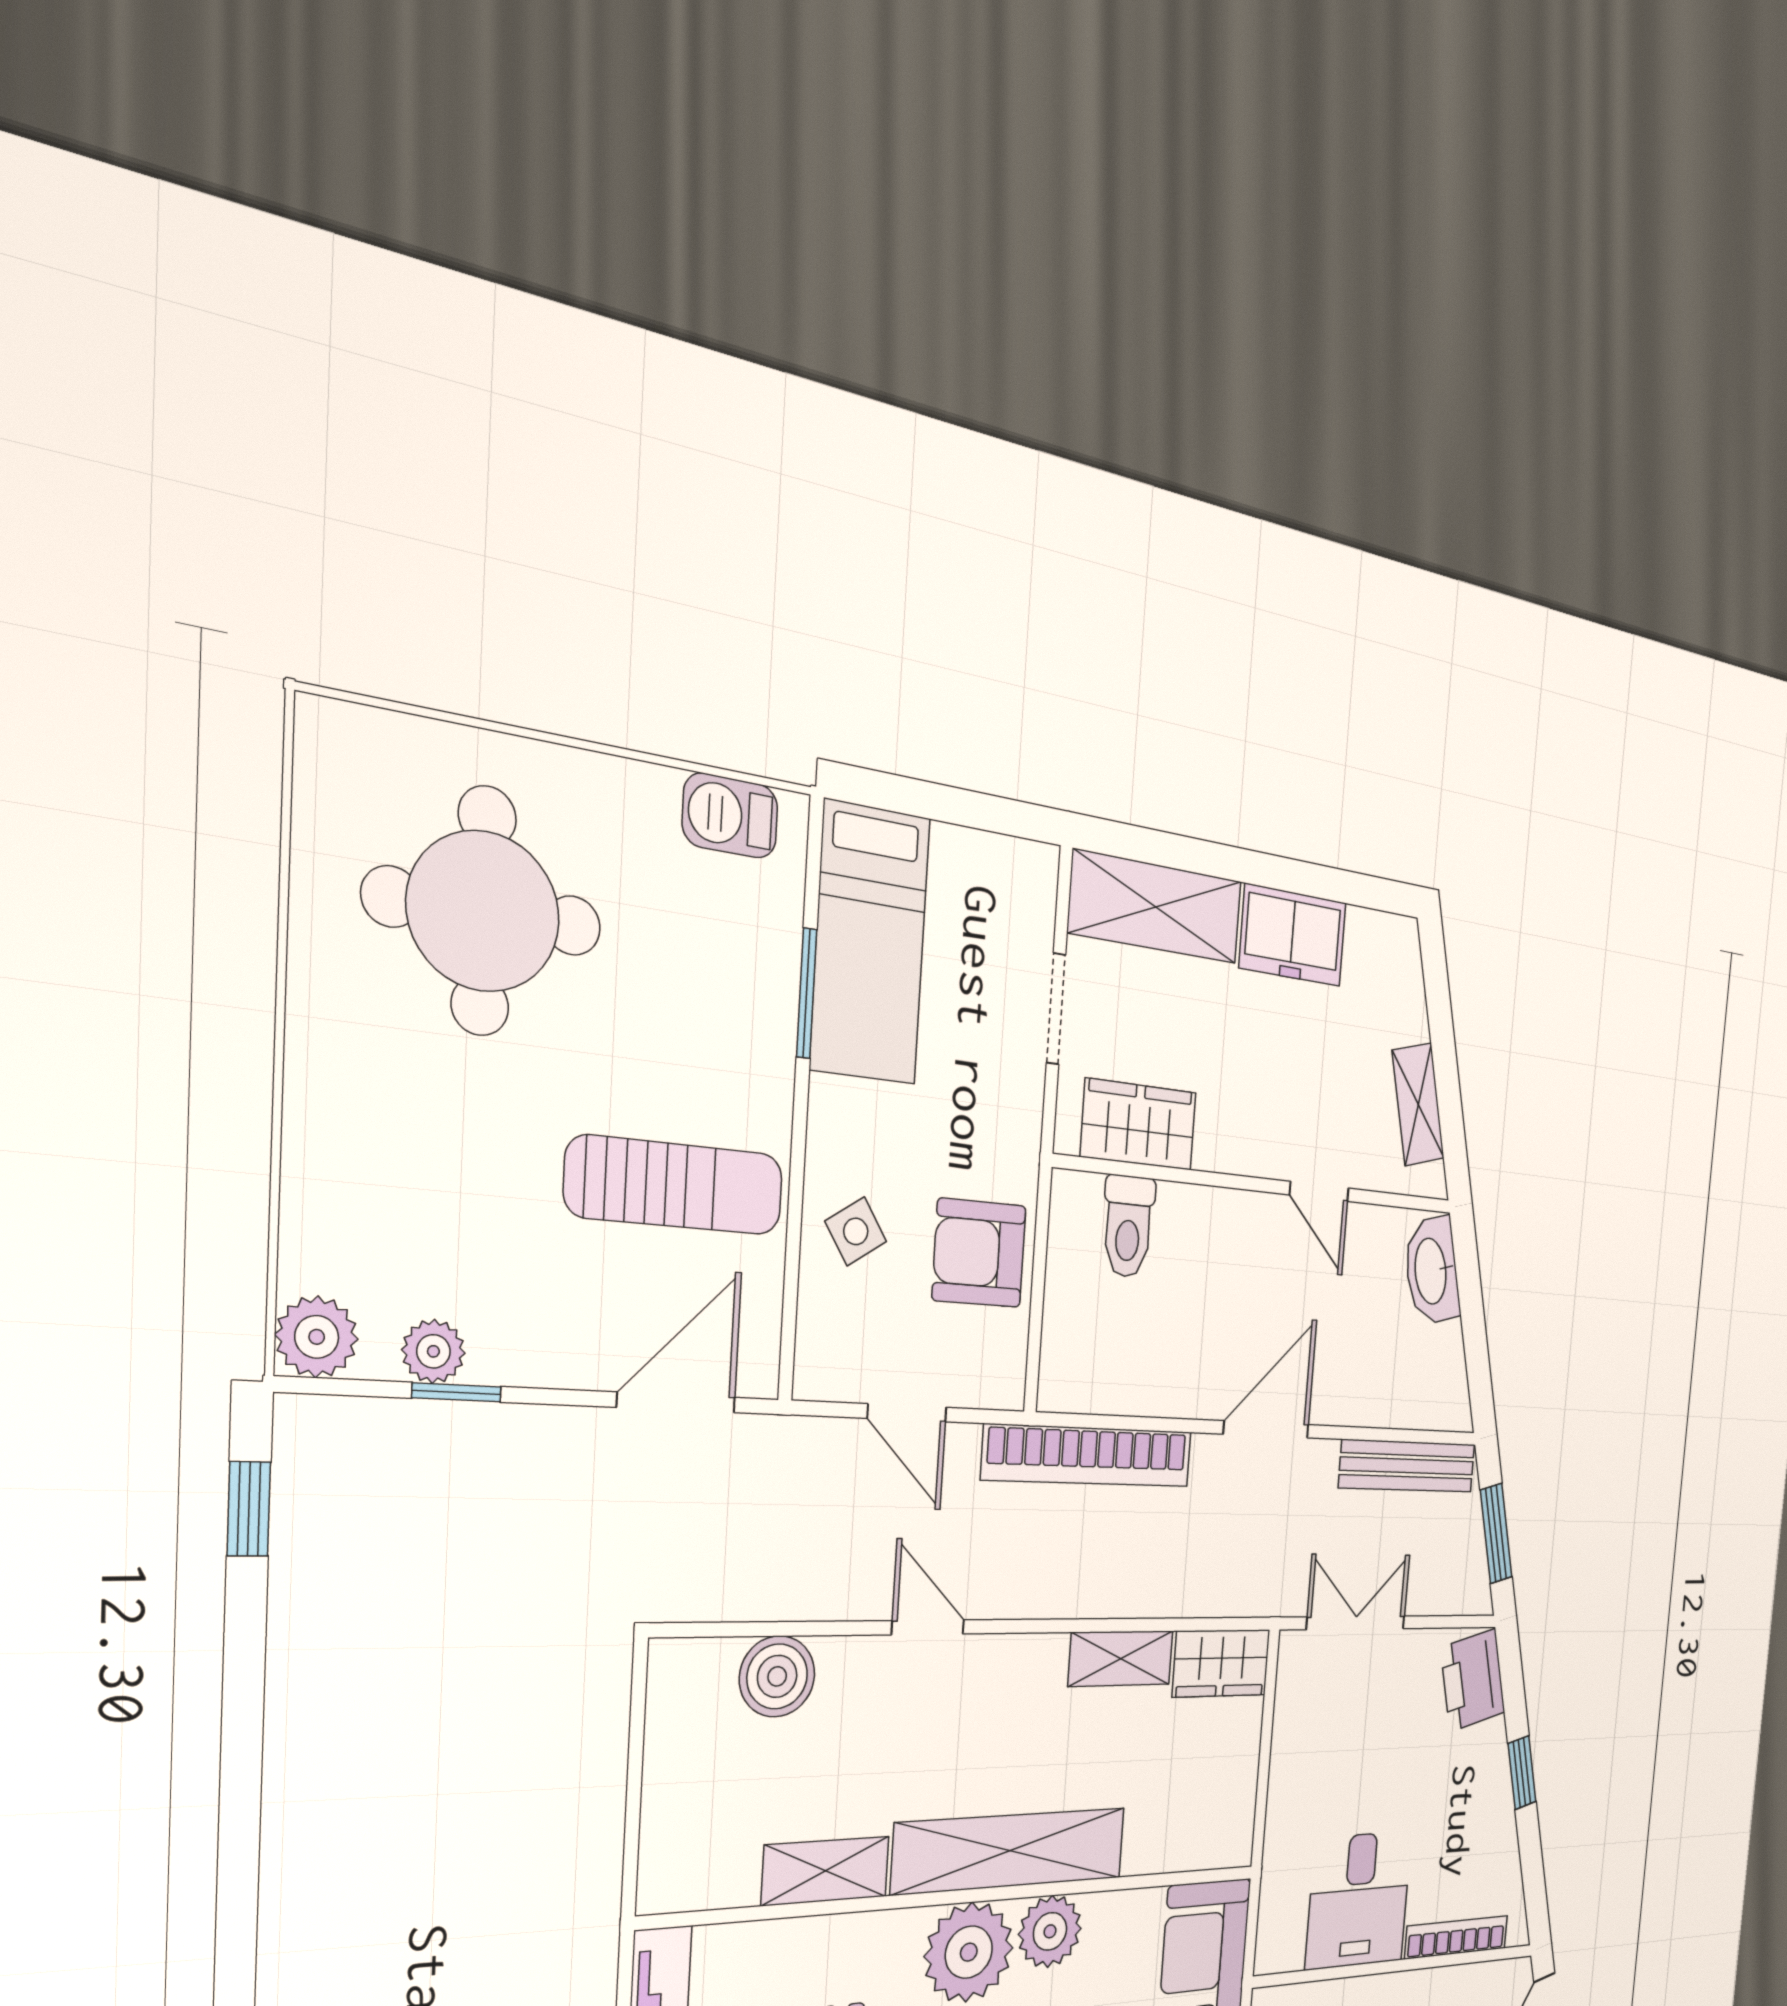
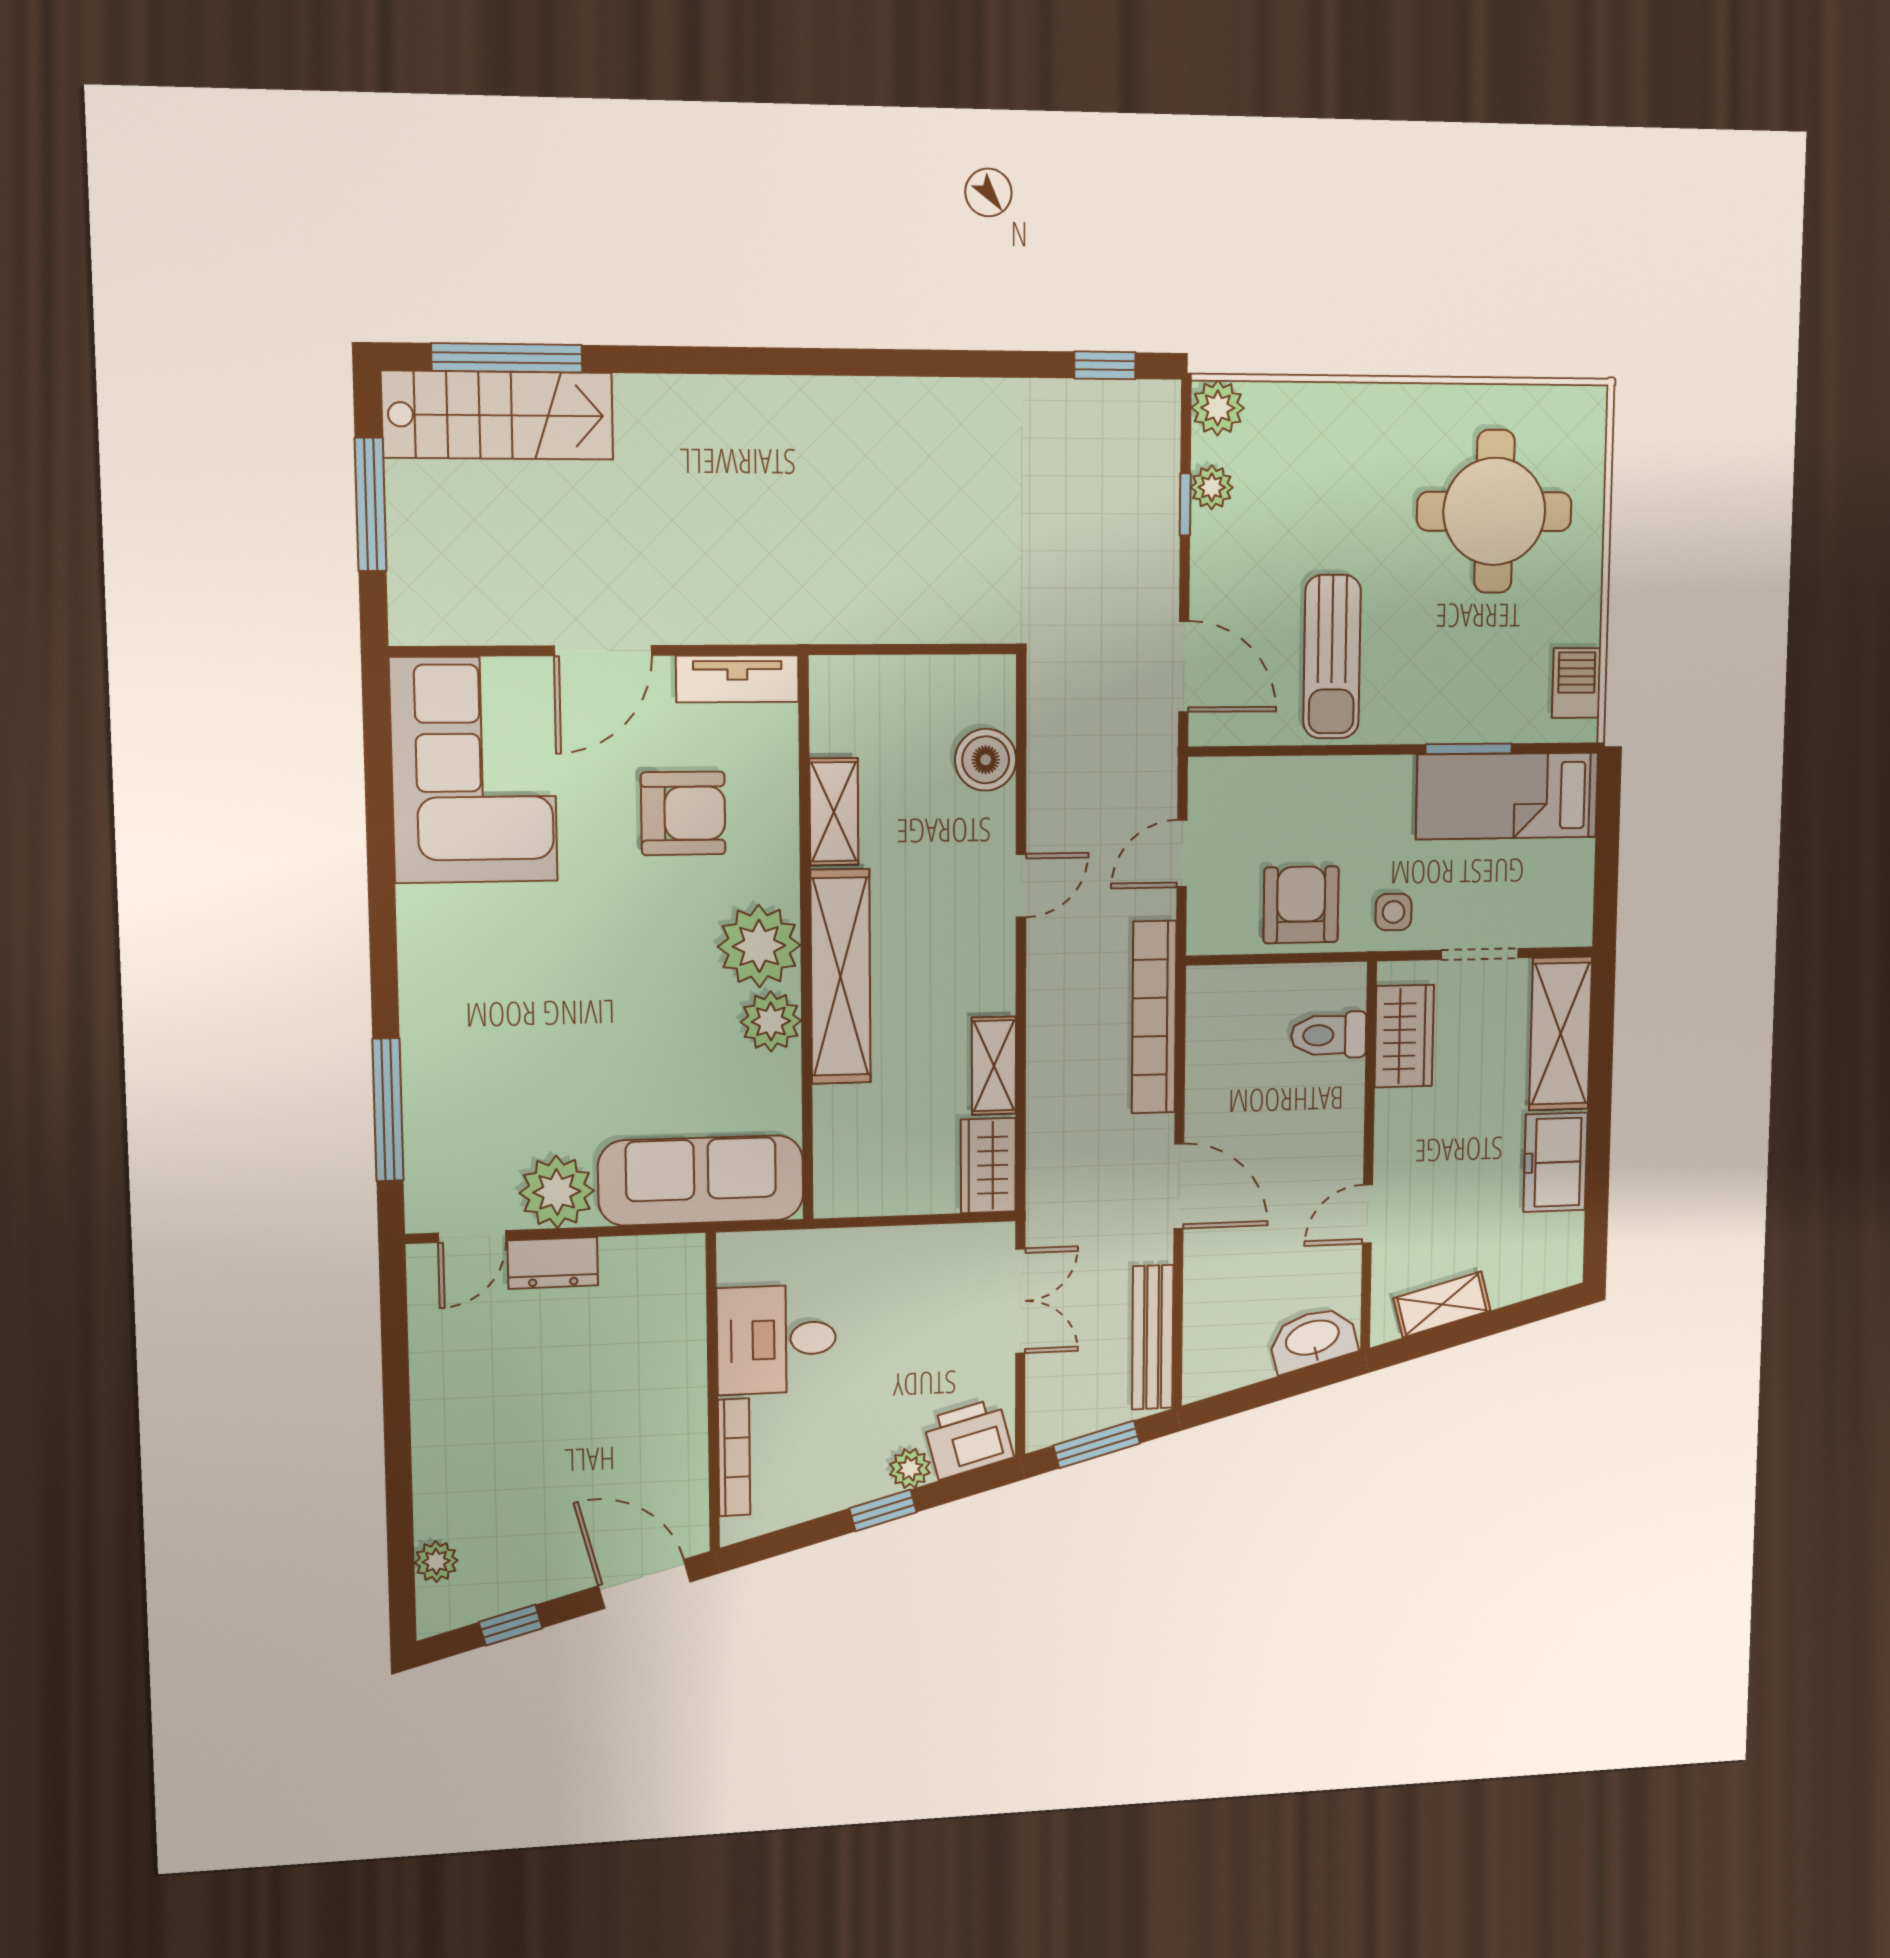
side table: (856, 1231) -> (1393, 912), moved, turned 33
plant: (1490, 1745) -> (910, 1469), added

